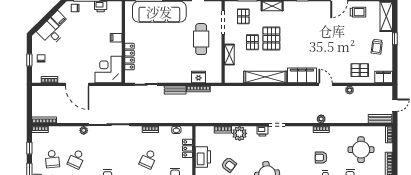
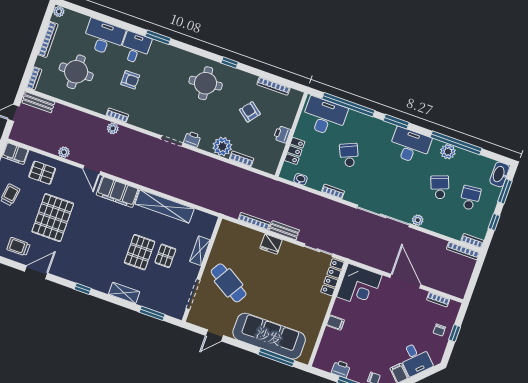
pallet: (243, 16) -> (53, 218), moved, width x2.05, depth x2.00
cafe table: (201, 39) -> (229, 283), turned -59
locker: (129, 57) -> (332, 277), moved
fridge: (198, 77) -> (271, 244), moved
printer: (203, 157) -> (282, 134), width x0.53, depth x0.68
school desk: (76, 159) -> (440, 187), turned -45
school desk: (148, 159) -> (349, 155), turned -48

